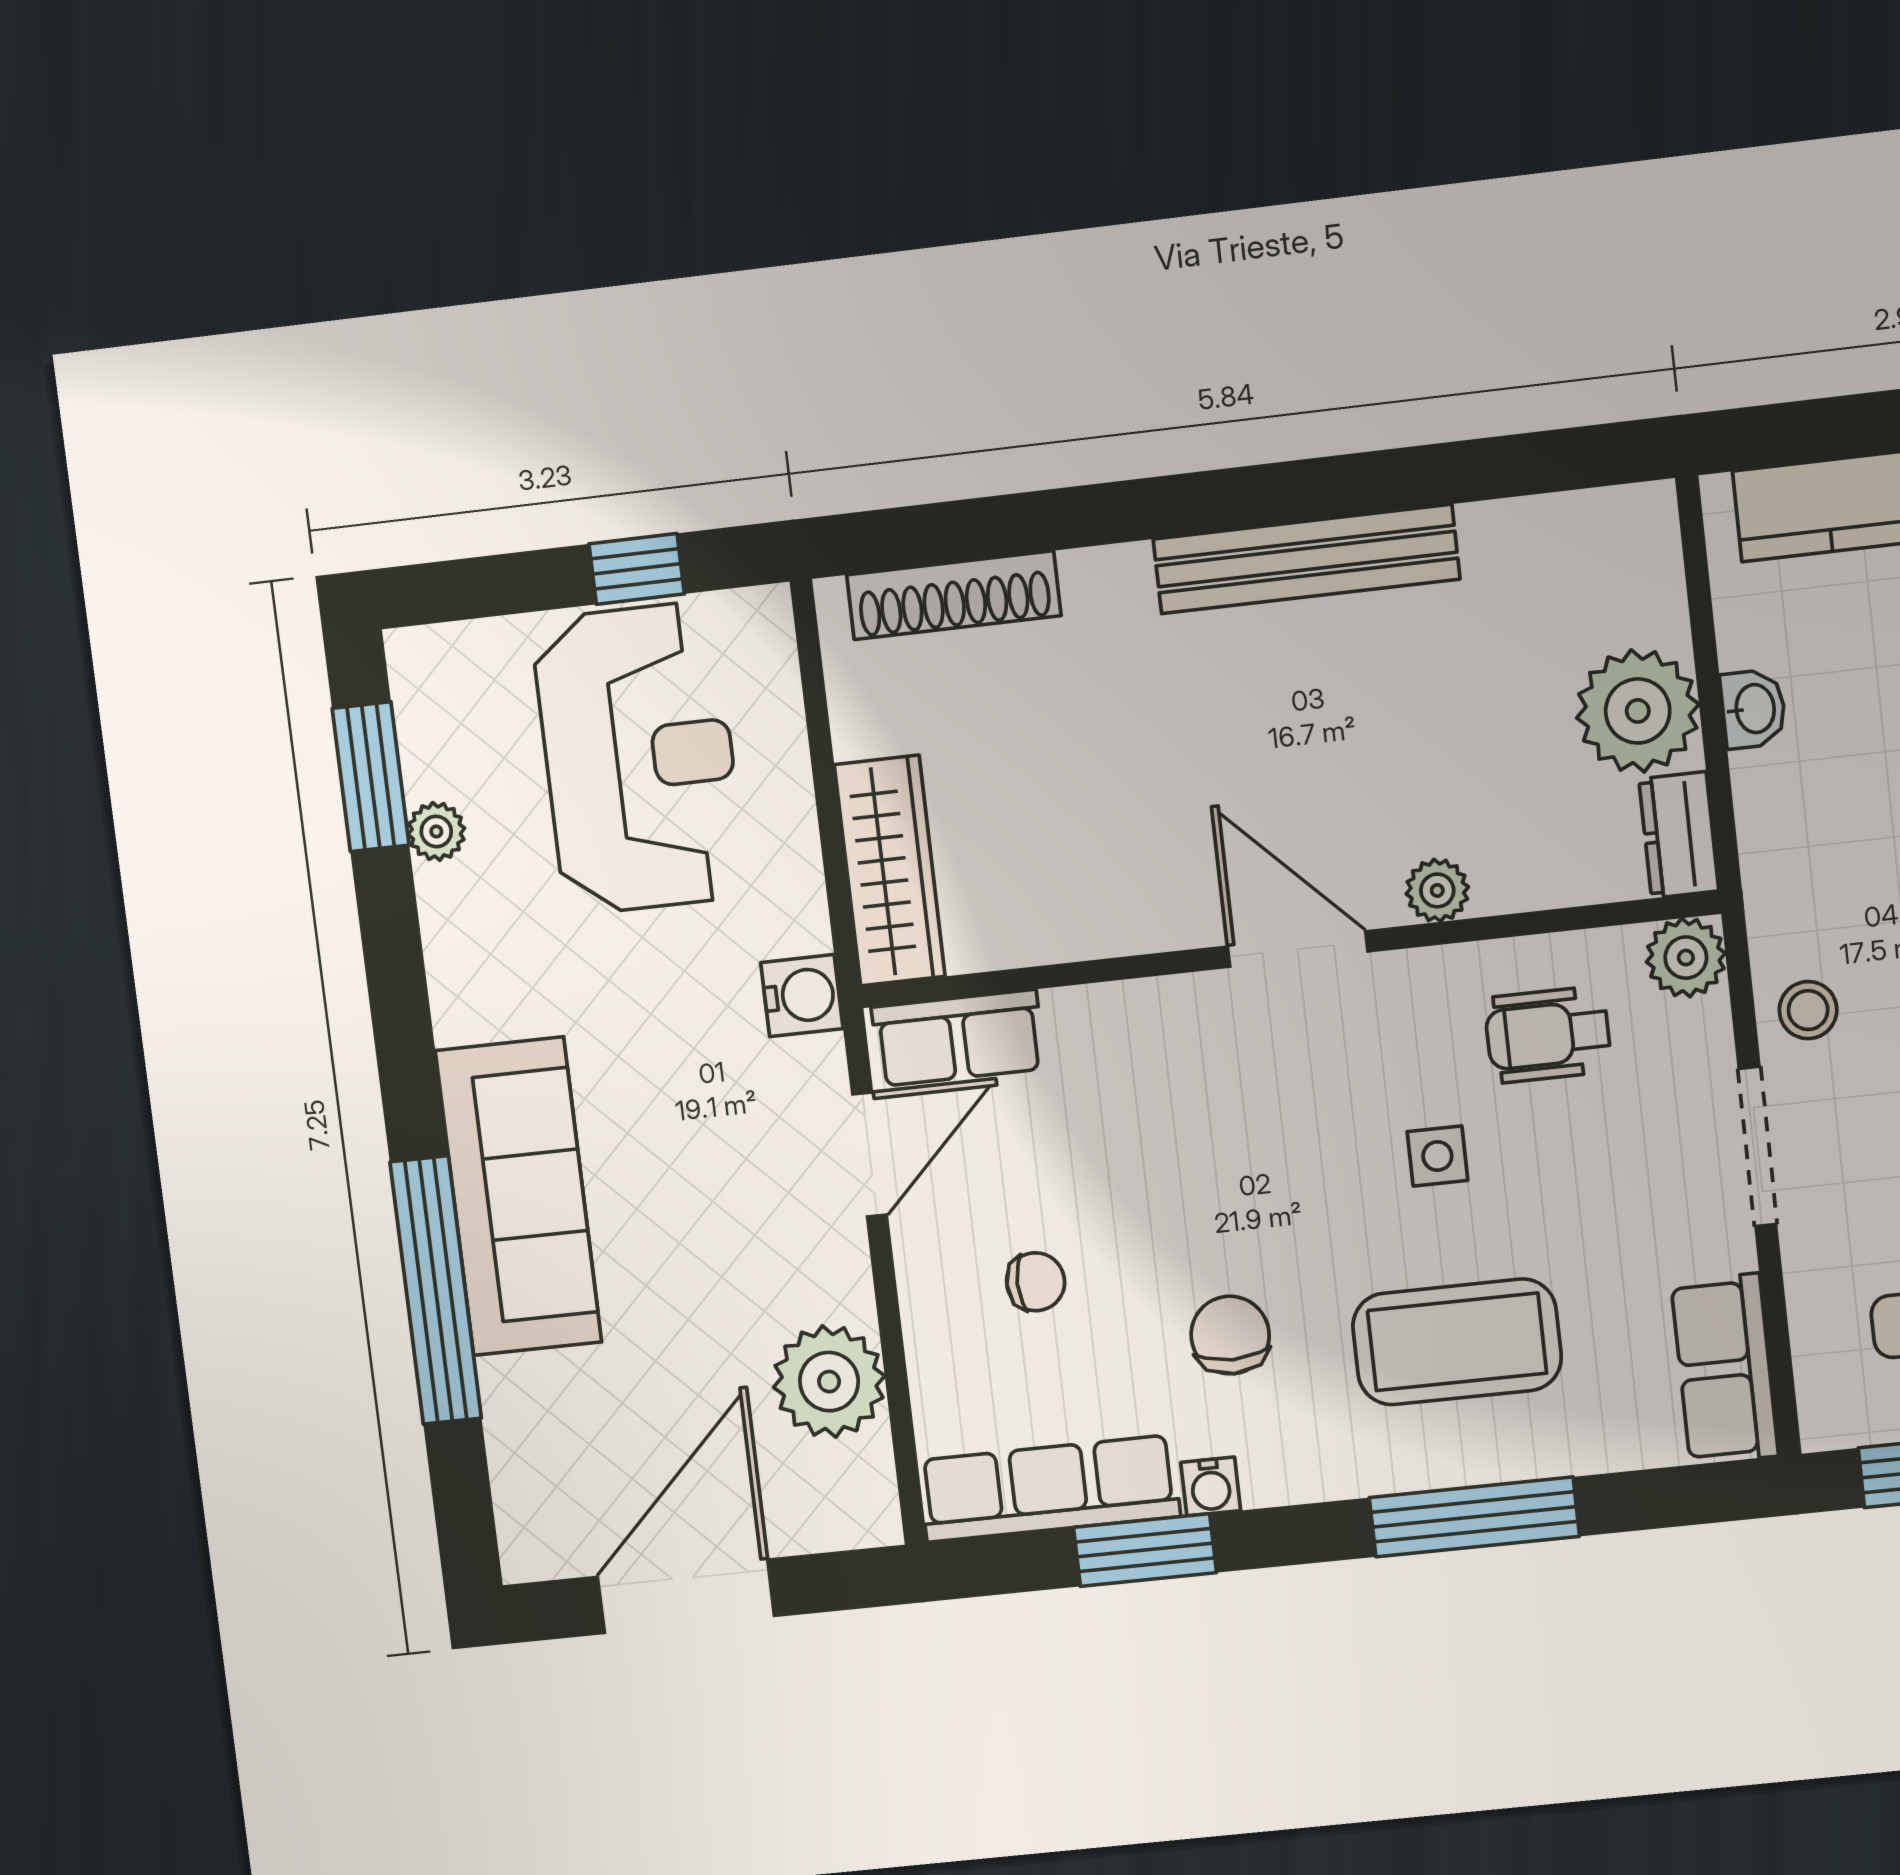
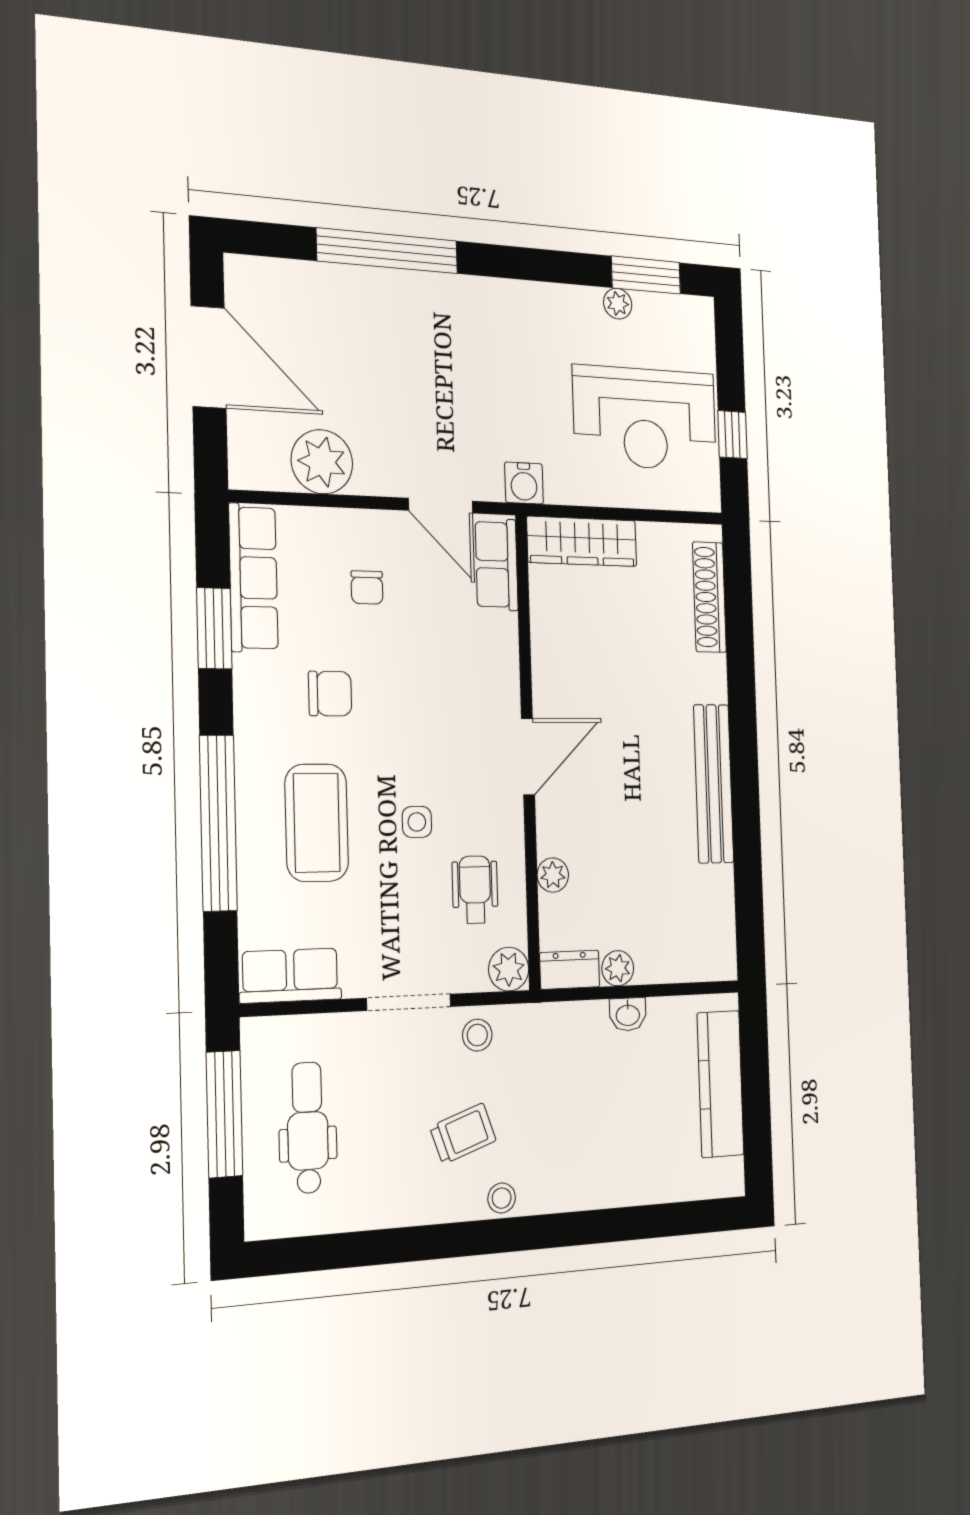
plant: (1638, 711) -> (618, 968), width x0.53, depth x0.53
plant: (1437, 890) -> (553, 875), moved
sofa: (518, 1196) -> (433, 308), removed
water cooler: (1211, 1487) -> (247, 671), removed
window: (1474, 1517) -> (218, 823), width x1.46

